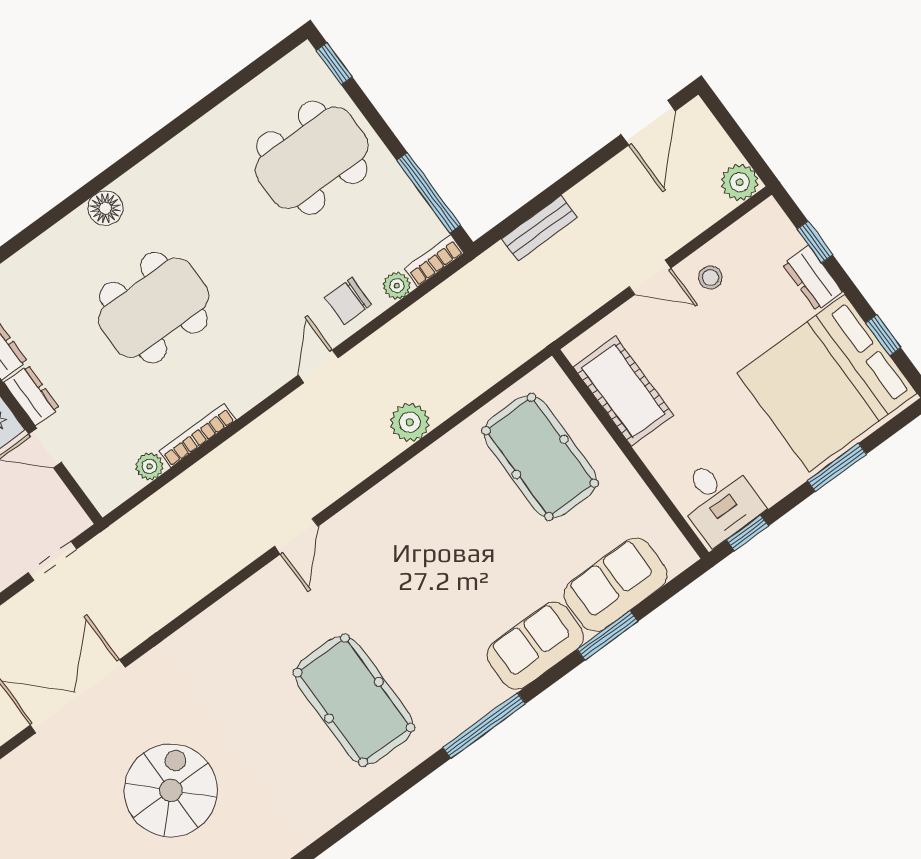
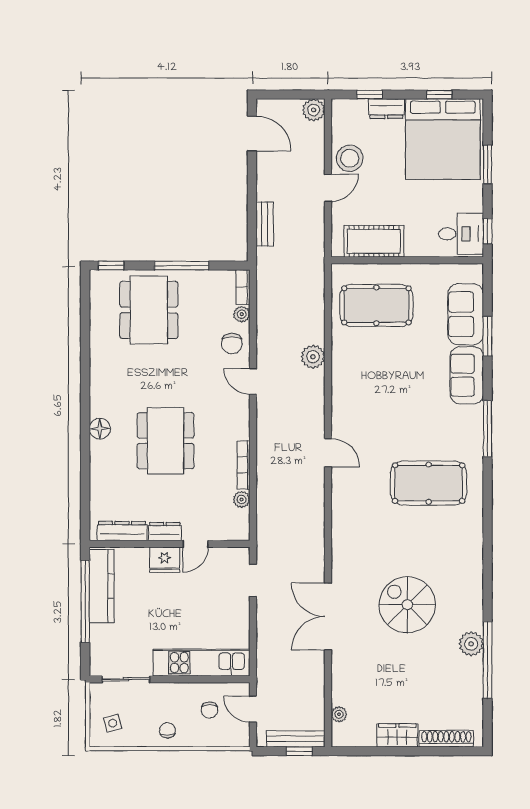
window: (429, 193) -> (182, 266), moved
stool: (710, 278) -> (350, 158), width x1.89, depth x1.89

